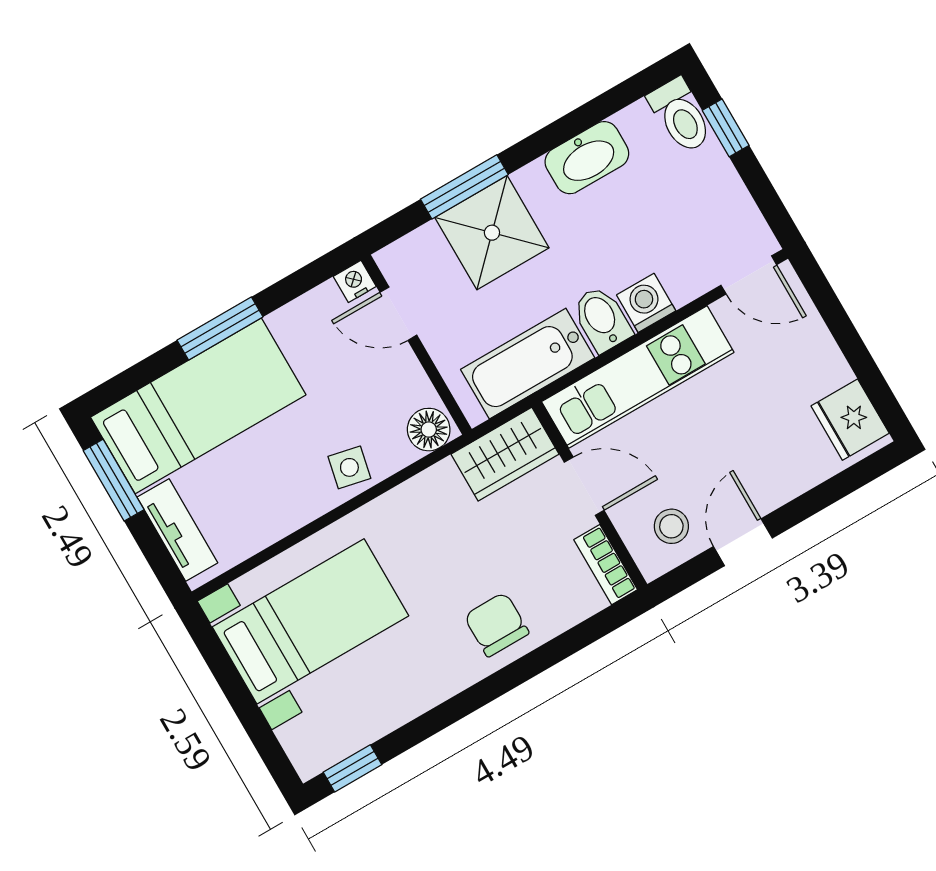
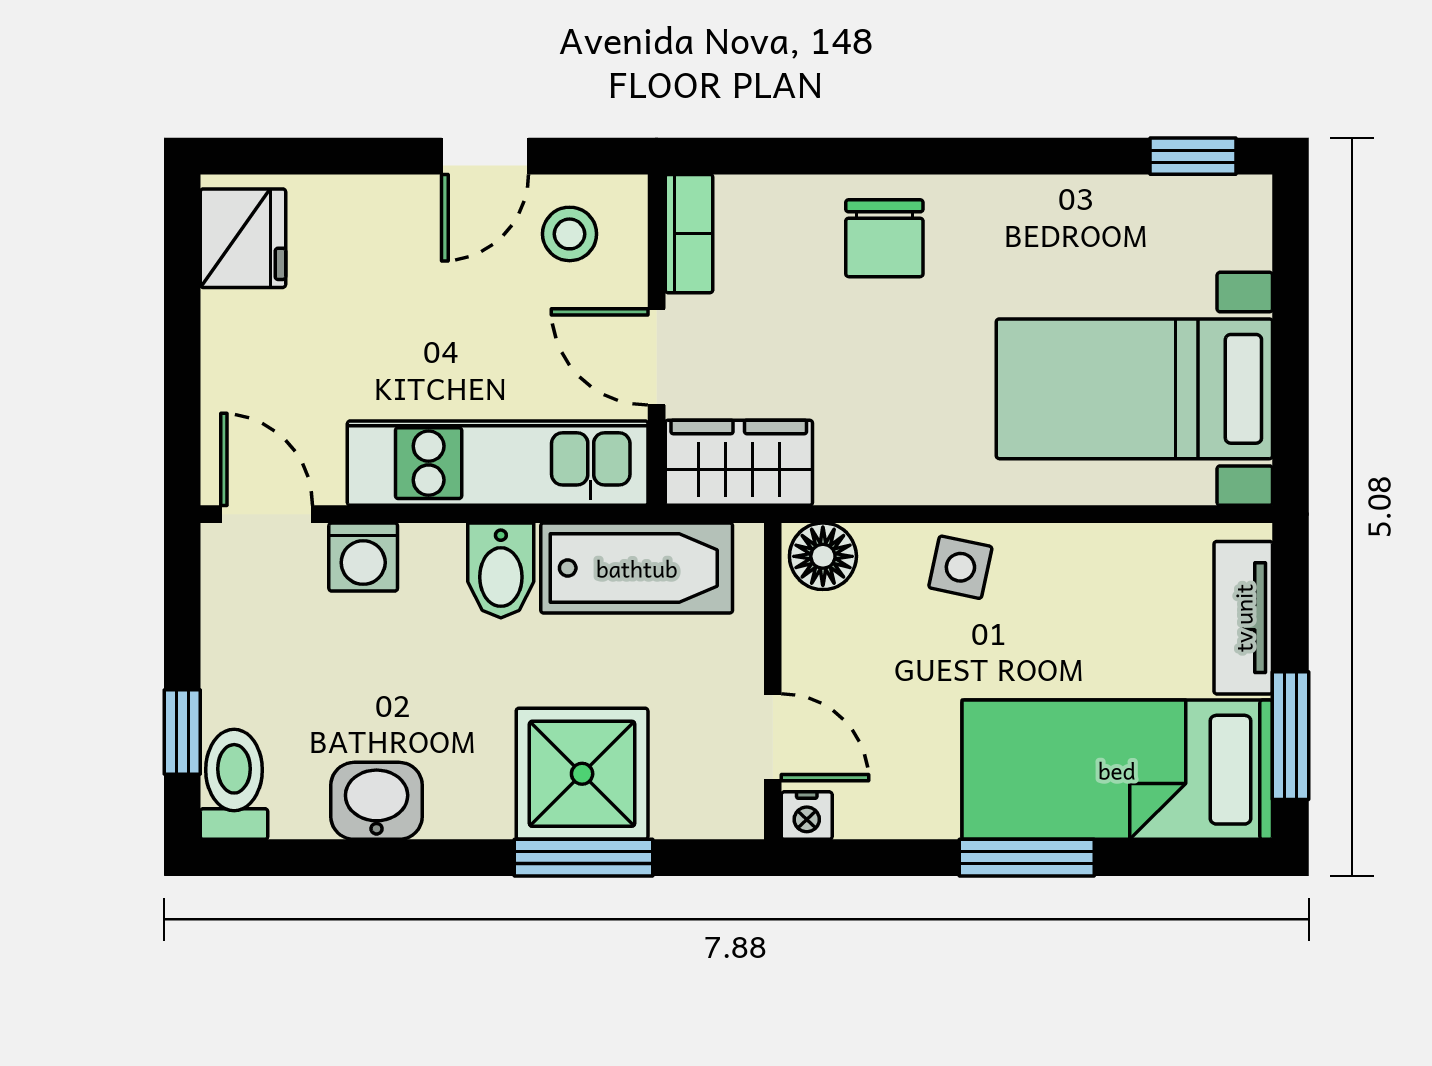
washbasin: (587, 158) -> (377, 801), width x0.72
washing machine: (646, 303) -> (363, 557), moved

